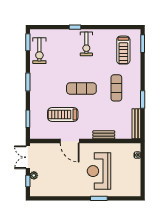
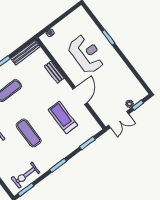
exercise bike: (39, 51) -> (26, 175), turned 180
exercise mat: (81, 88) -> (29, 133), moved
treadmill: (63, 115) -> (63, 117), turned 180
reception desk: (99, 171) -> (86, 54), turned -90

